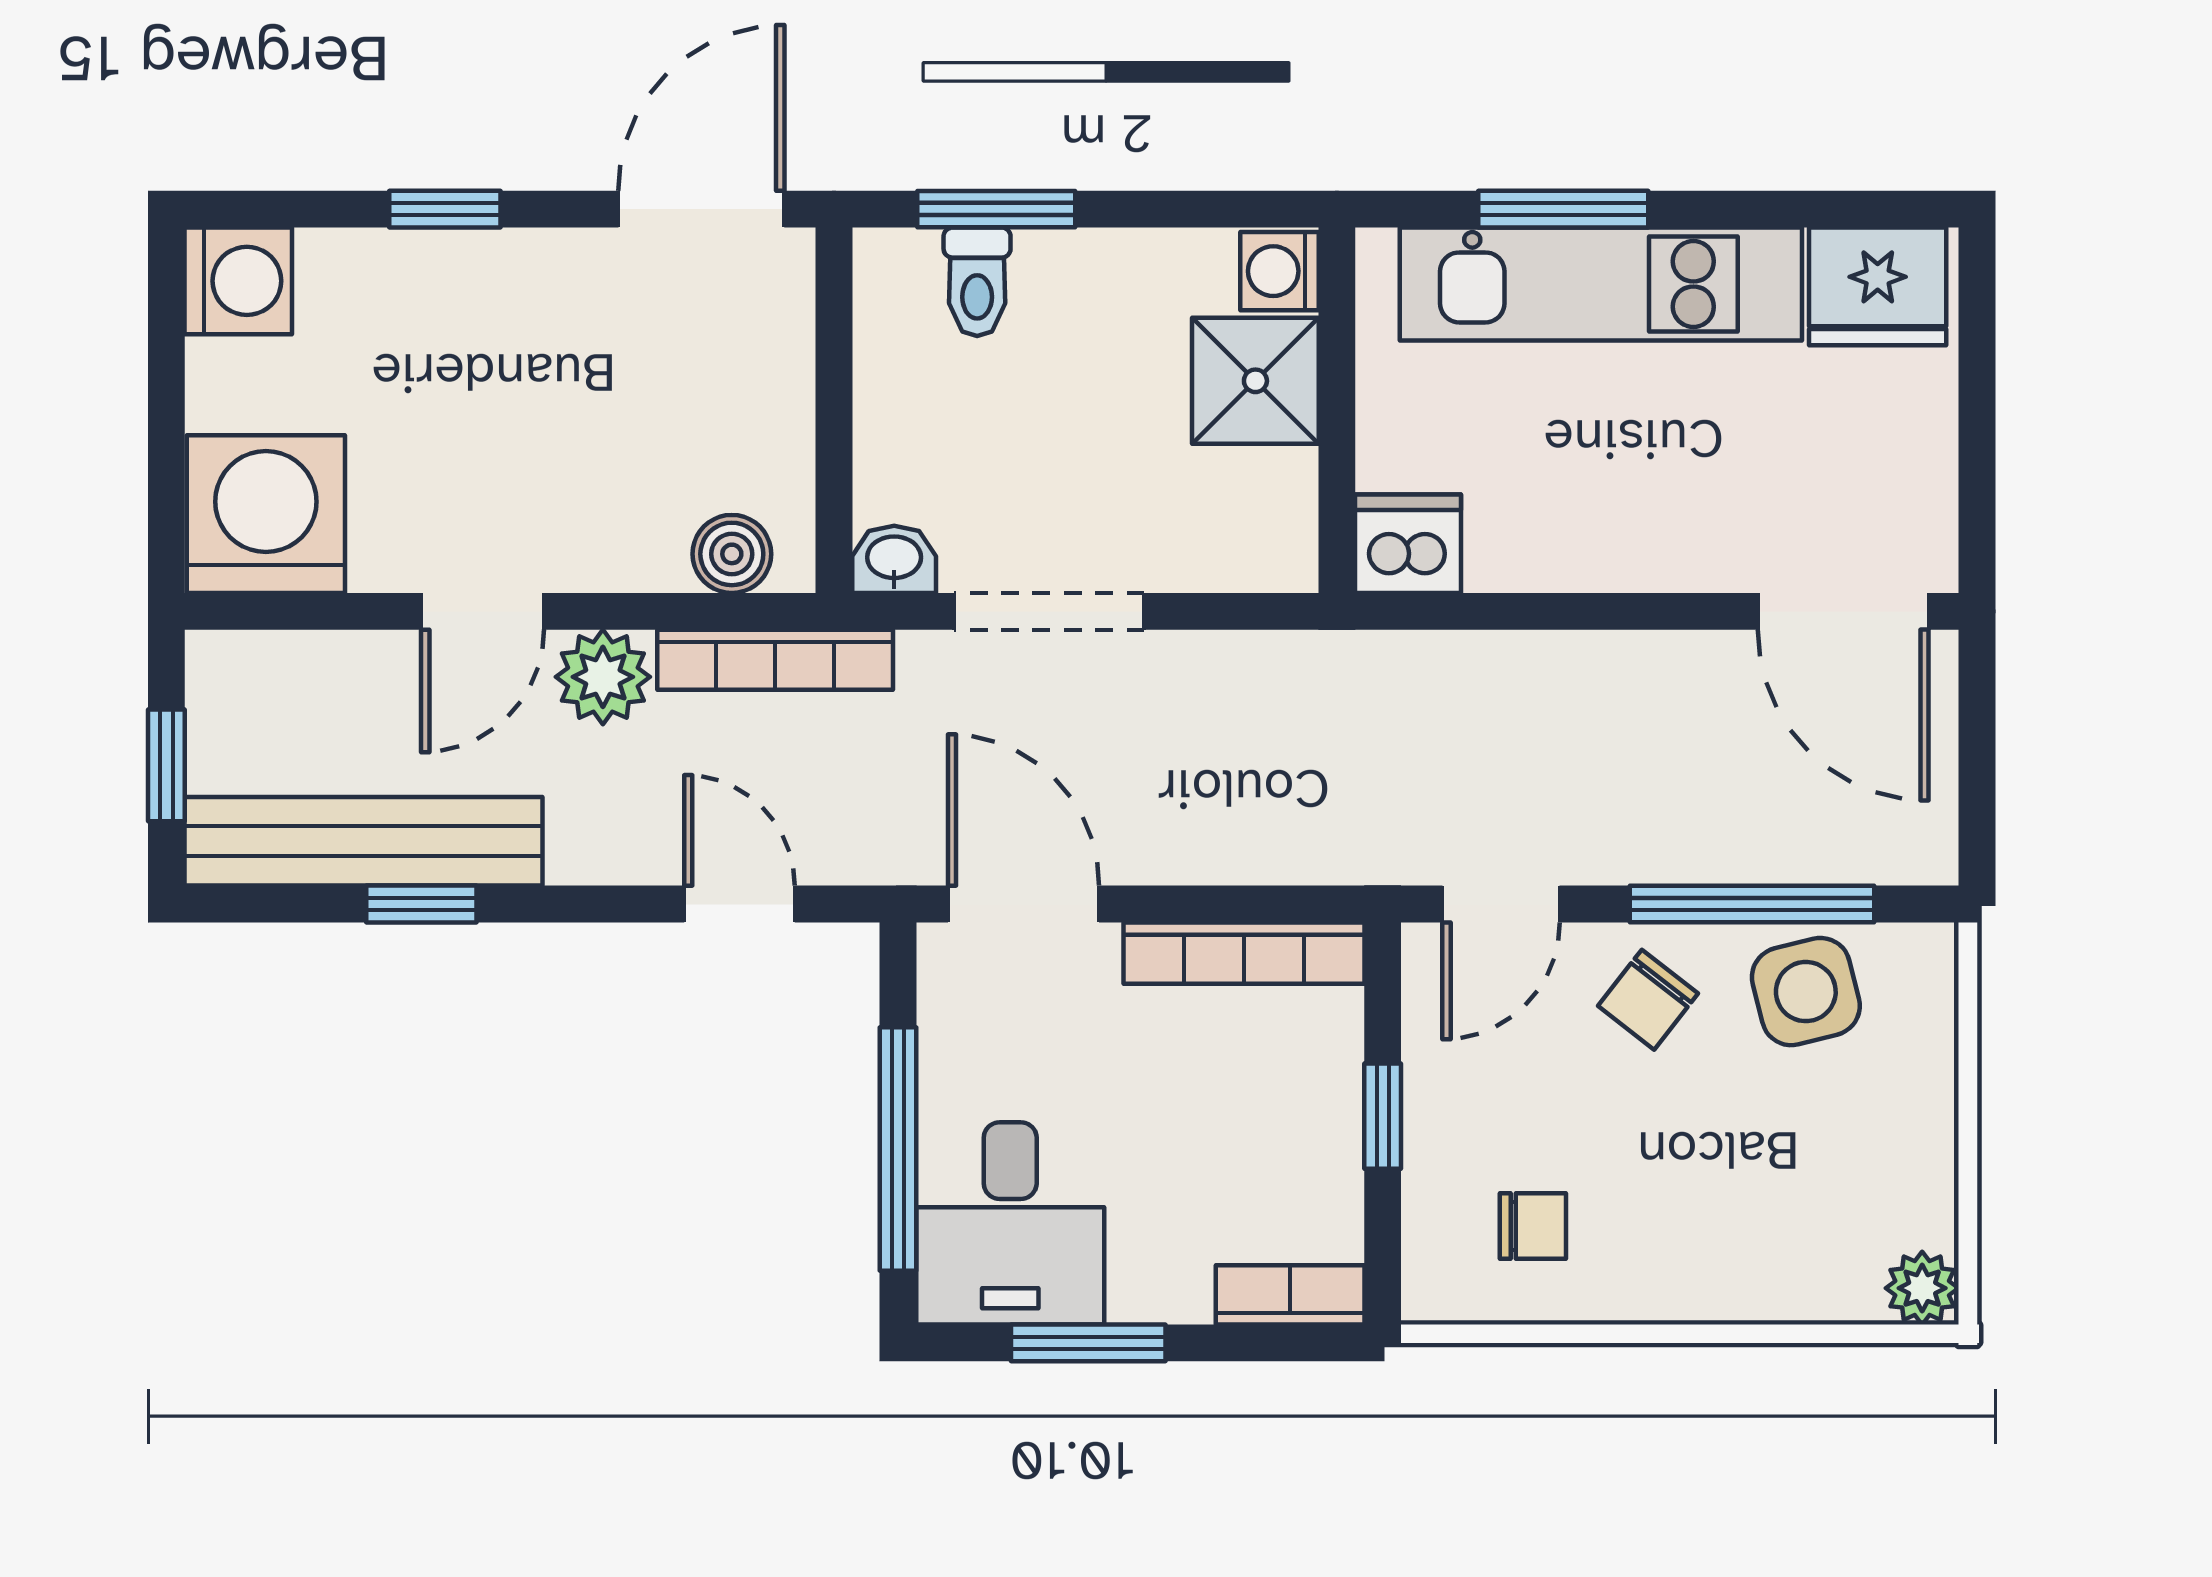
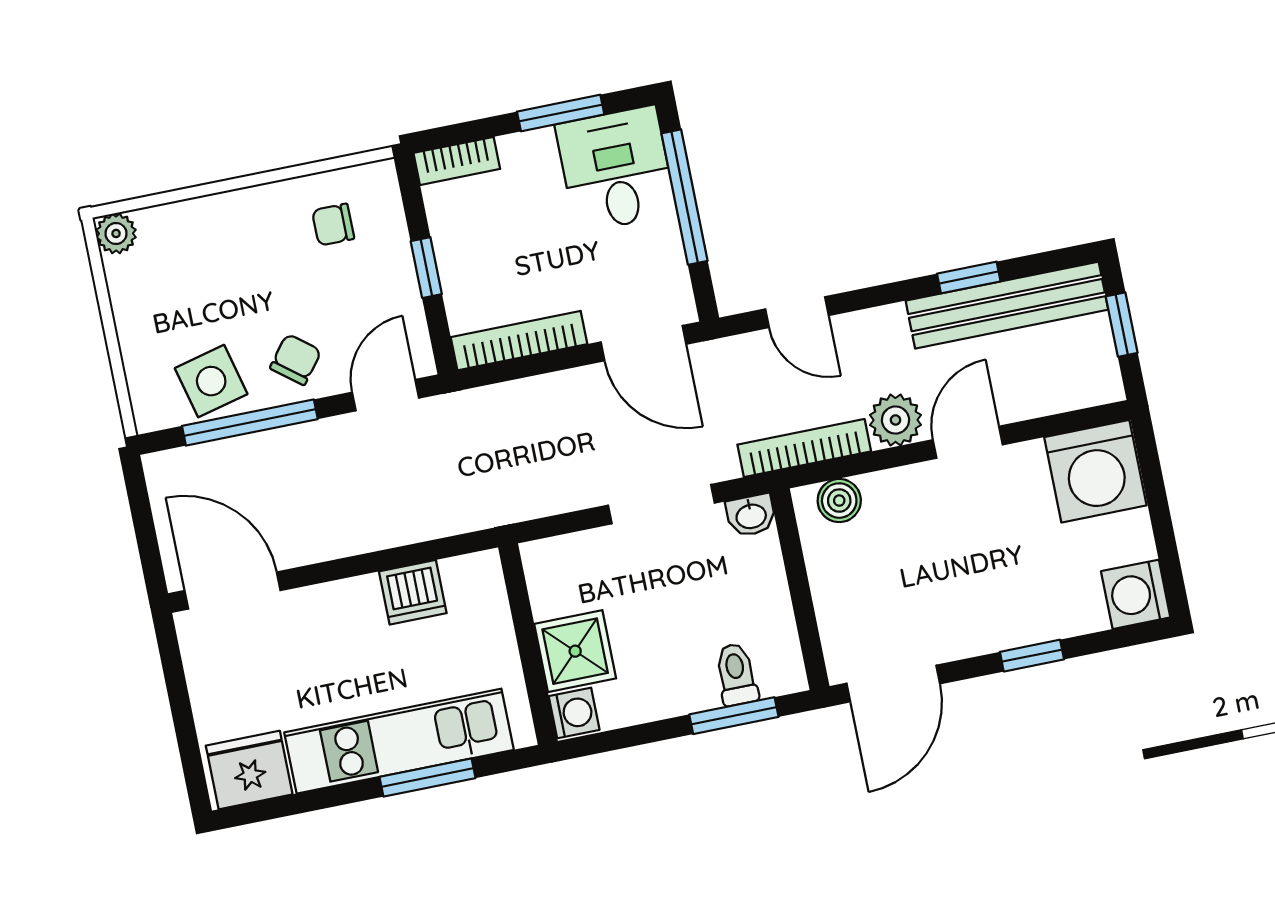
dishwasher: (1408, 544) -> (413, 592), moved

